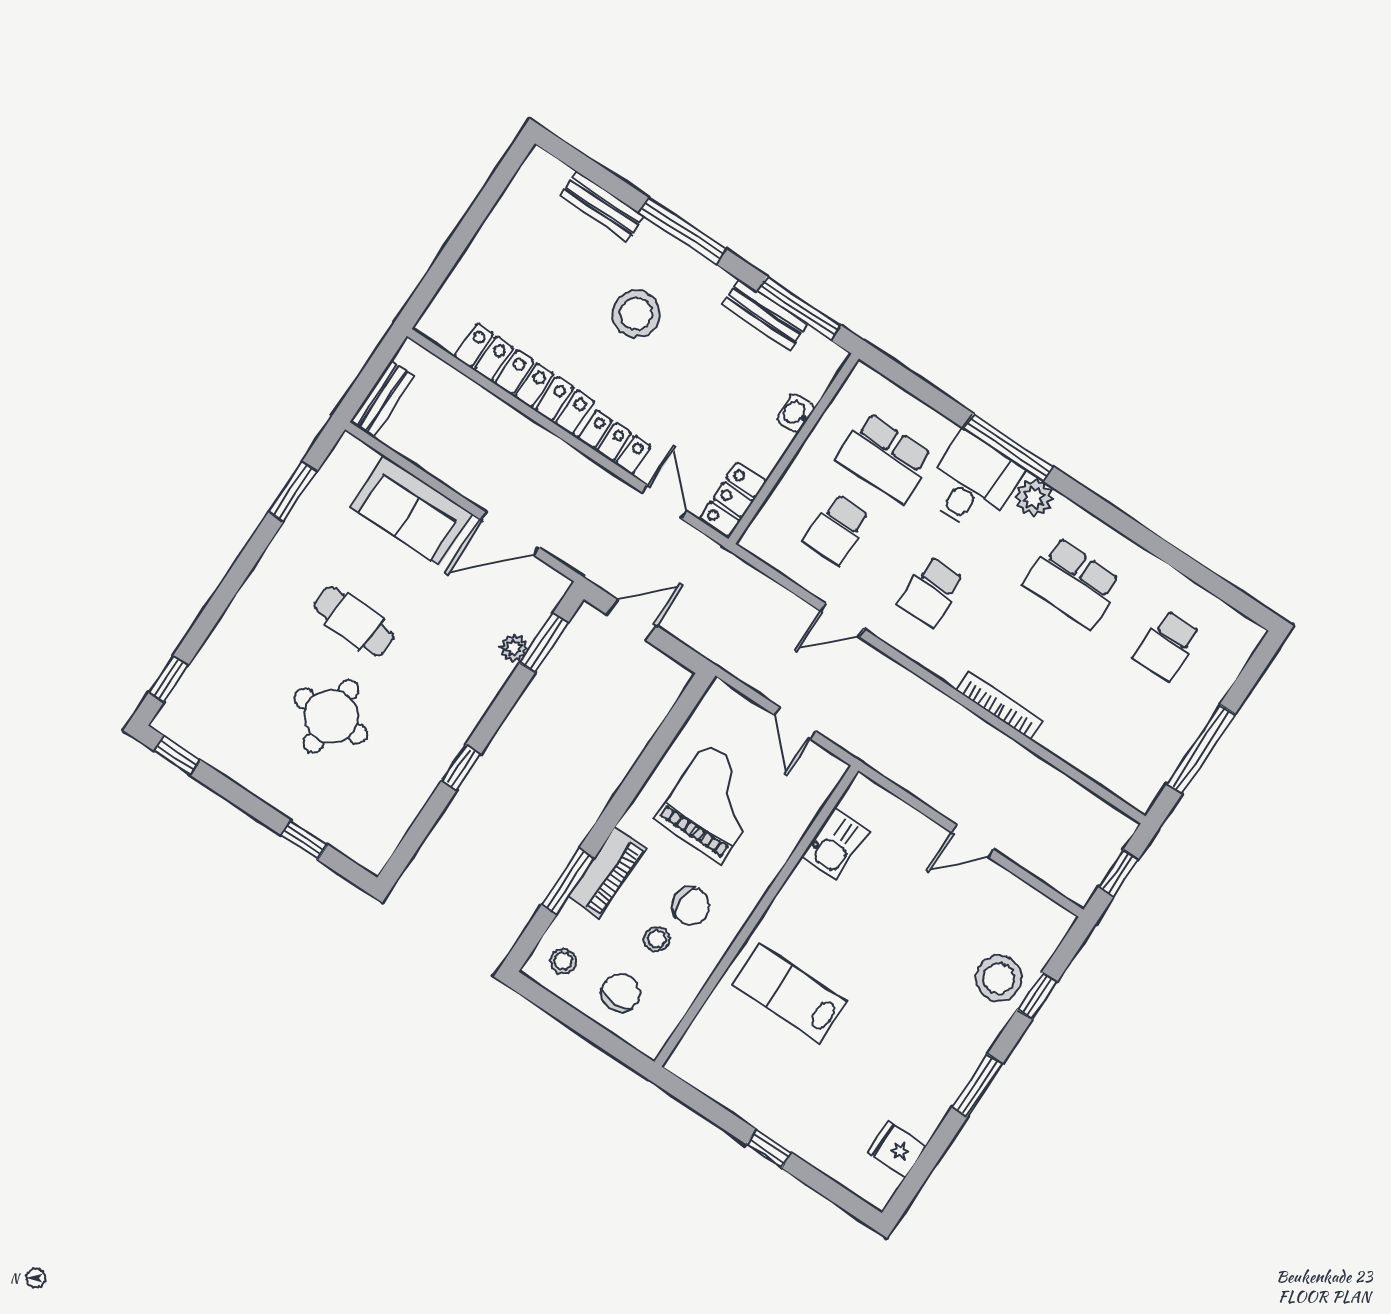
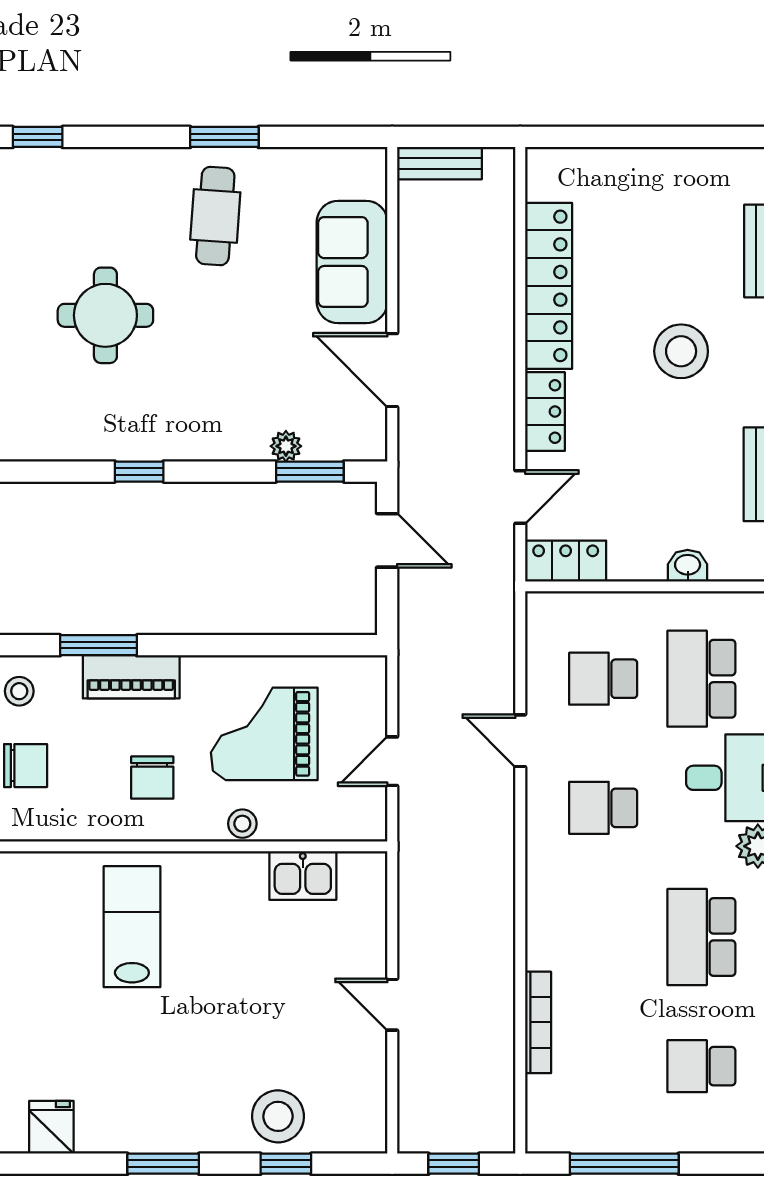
window: (293, 492) -> (224, 137), moved
cafe table: (354, 621) -> (215, 216), moved
bookcase: (999, 705) -> (538, 1022), moved
grand piano: (713, 803) -> (264, 734), turned 180
stool: (657, 939) -> (242, 824), moved

